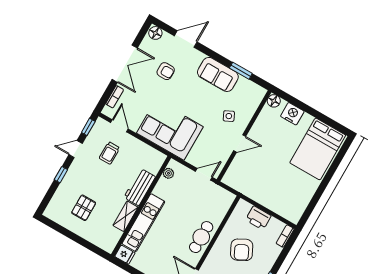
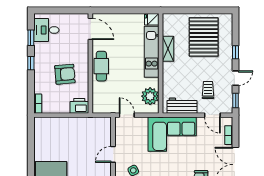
plant: (168, 173) -> (150, 96), width x1.87, depth x1.87
door: (204, 174) -> (127, 115), swing flipped
workbench: (140, 187) -> (182, 106), moved, turned -90
pallet: (84, 208) -> (204, 37), width x2.05, depth x2.00
printer: (258, 218) -> (79, 106), moved
armchair: (242, 250) -> (65, 74), turned 112

